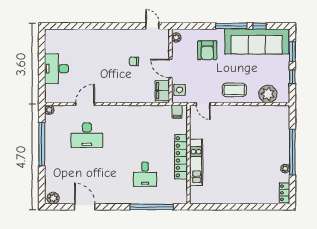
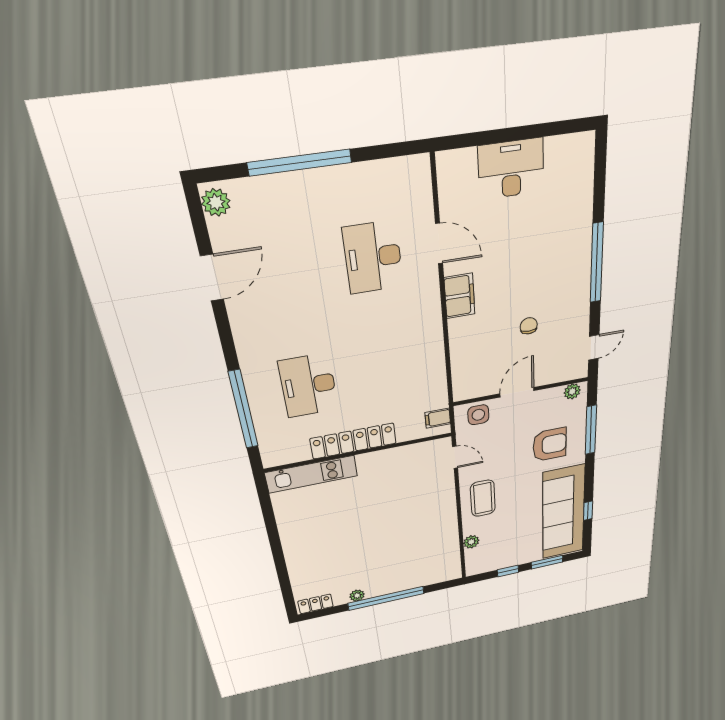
window: (107, 26) -> (597, 263), added
window: (231, 26) -> (591, 430), moved
armchair: (207, 50) -> (550, 444), turned 180
filing cabinet: (162, 91) -> (460, 296), moved, turned 90
plant: (268, 94) -> (471, 542), width x0.53, depth x0.53
door: (203, 104) -> (455, 457), swing flipped
plant: (49, 110) -> (420, 165), removed
window: (42, 144) -> (300, 163), moved
kitchen unit: (196, 162) -> (312, 474), moved
desk: (145, 174) -> (308, 385), width x1.37

